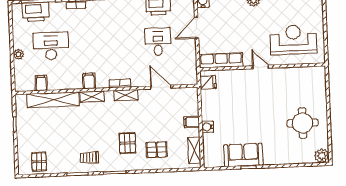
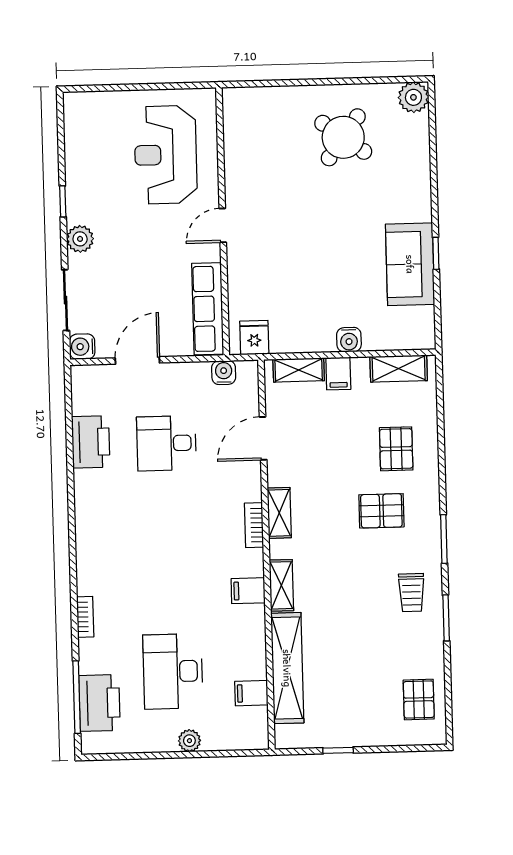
door: (197, 28) -> (137, 360), swing flipped
water cooler: (191, 68) -> (224, 373), added
shelving: (193, 103) -> (299, 370), added
round table: (303, 123) -> (343, 137), turned 36
pallet: (39, 162) -> (419, 699), turned 90

